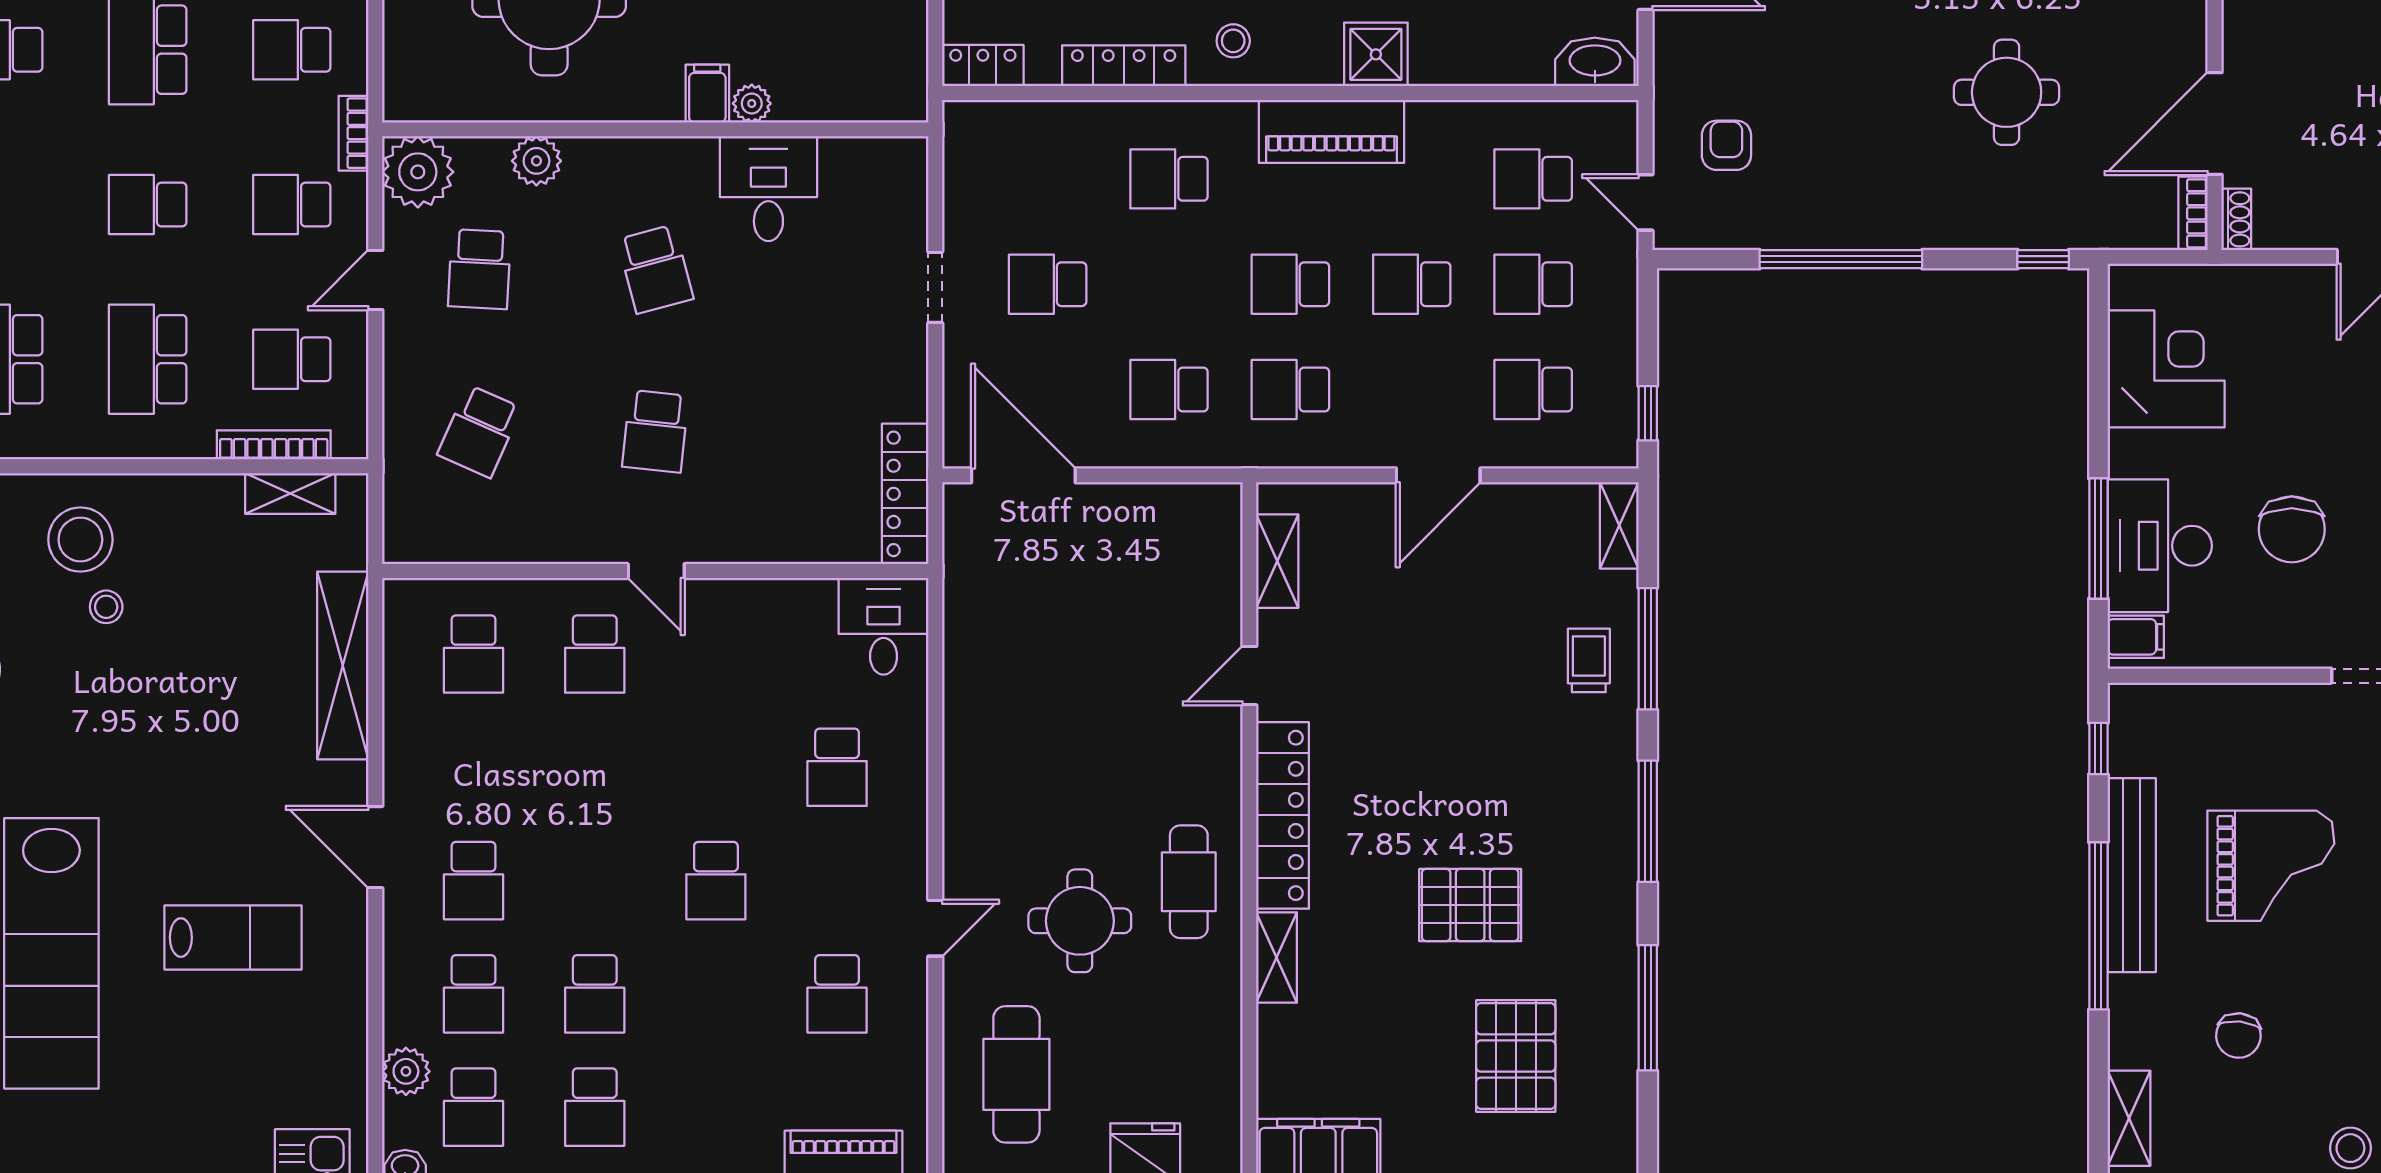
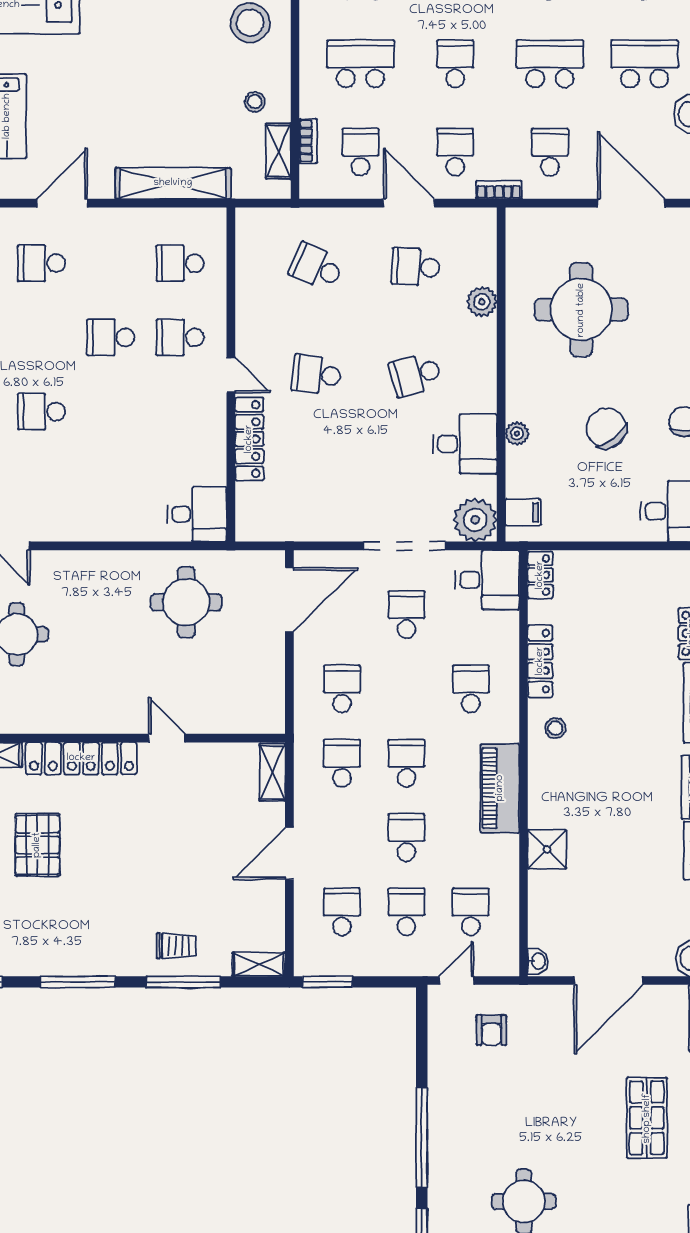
shower: (1376, 54) -> (547, 849), moved
washbasin: (1595, 62) -> (538, 961), width x0.52, depth x0.69
filing cabinet: (707, 94) -> (523, 512), moved
armchair: (1726, 145) -> (491, 1030), turned 90
desk: (991, 152) -> (487, 580), added
plant: (418, 172) -> (475, 520), moved
window: (1841, 259) -> (422, 1137), moved
door: (375, 280) -> (409, 203), width x1.38
doorway: (935, 287) -> (404, 546), width x1.87
window: (1648, 413) -> (327, 982), width x1.50
bookcase: (274, 445) -> (308, 141), width x0.64
door: (1438, 475) -> (289, 854), hinge flipped
locker: (905, 494) -> (249, 439), moved, turned 90
shelving: (1277, 561) -> (272, 772), moved, turned 90
door: (656, 571) -> (231, 375), swing flipped
stool: (106, 607) -> (255, 102), moved
round table: (1027, 644) -> (186, 602), added
school desk: (837, 767) -> (111, 337), moved
cafe table: (1189, 882) -> (41, 701), removed
pallet: (1470, 905) -> (37, 845), moved

